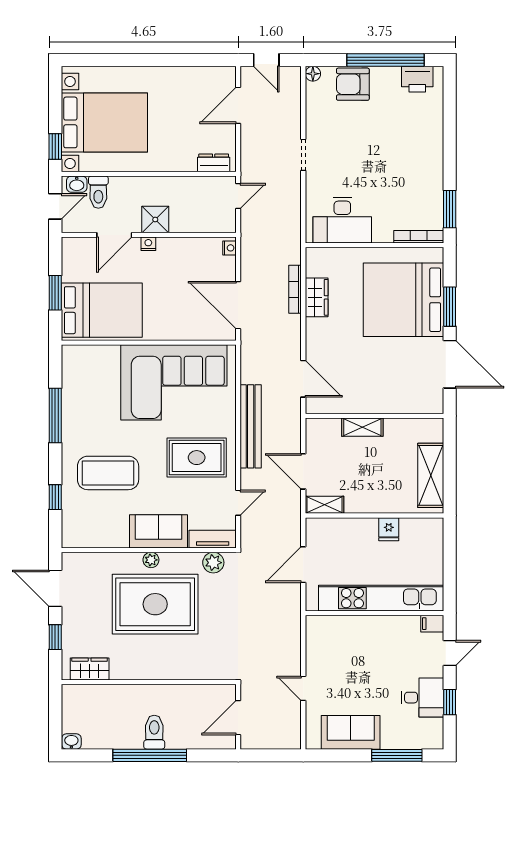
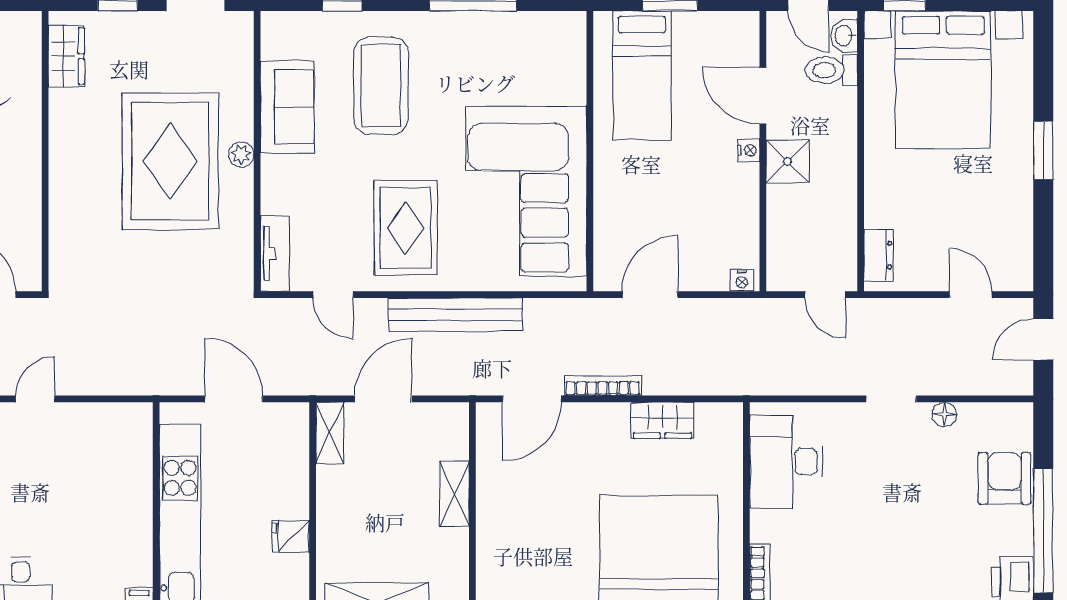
window: (148, 60) -> (1043, 150), added
floor lamp: (313, 74) -> (944, 414), moved
door: (238, 105) -> (971, 295), width x0.73
bookcase: (295, 289) -> (602, 386), moved
door: (238, 305) -> (650, 295), width x0.73
bed: (102, 310) -> (642, 76), width x0.67
sofa: (159, 531) -> (287, 107), moved
plant: (213, 563) -> (237, 255), removed

